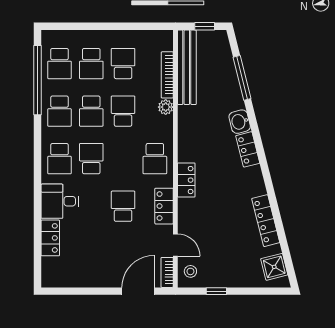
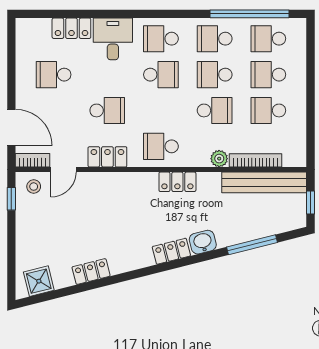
school desk: (123, 64) -> (268, 110), turned 180
locker: (186, 180) -> (177, 182), moved
locker: (266, 221) -> (91, 271), width x0.66
school desk: (91, 254) -> (54, 75), added
window: (216, 291) -> (11, 199), moved

